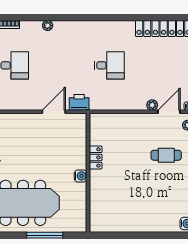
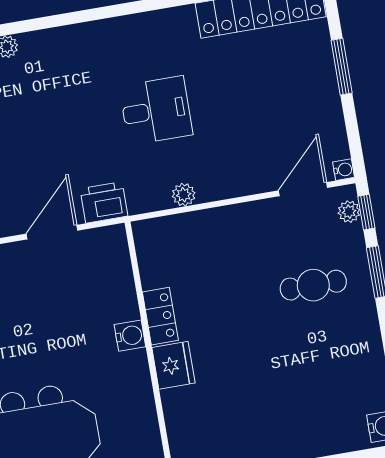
plant: (152, 105) -> (184, 195), moved
water cooler: (81, 176) -> (130, 336), moved
fridge: (98, 180) -> (173, 365), added

